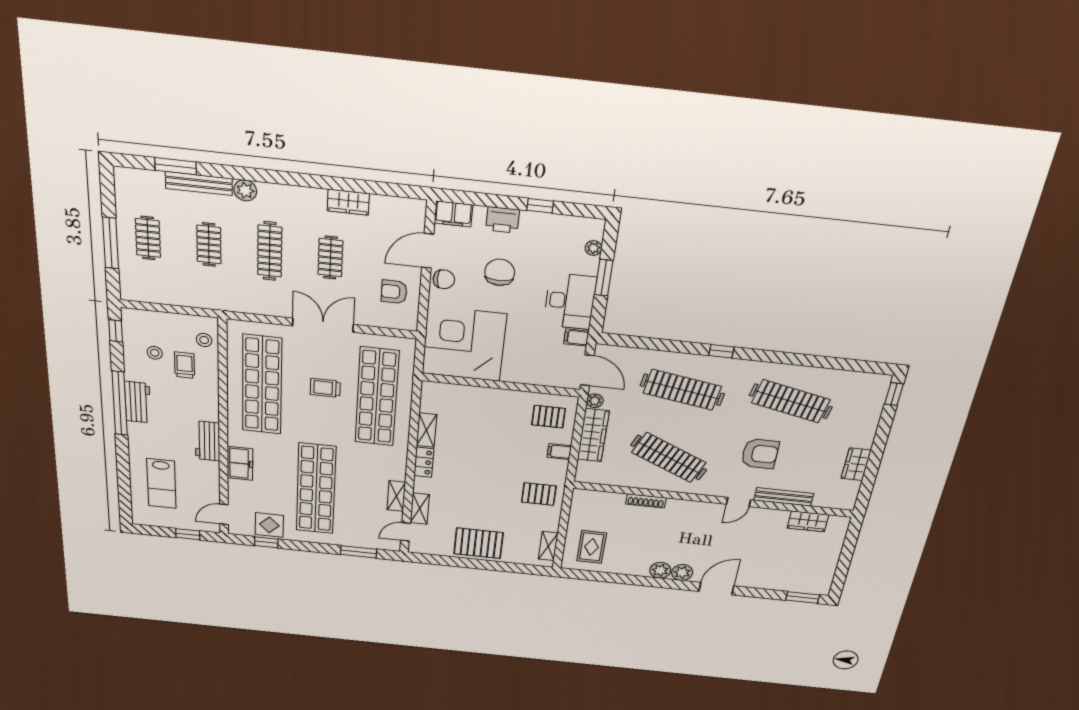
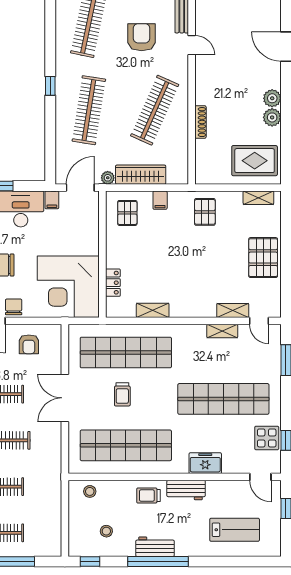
trolley: (185, 365) -> (148, 496), moved
locker: (424, 462) -> (113, 283), moved, turned 90
rug: (592, 547) -> (255, 161), width x1.36, depth x1.43
plant: (682, 572) -> (272, 117), moved

